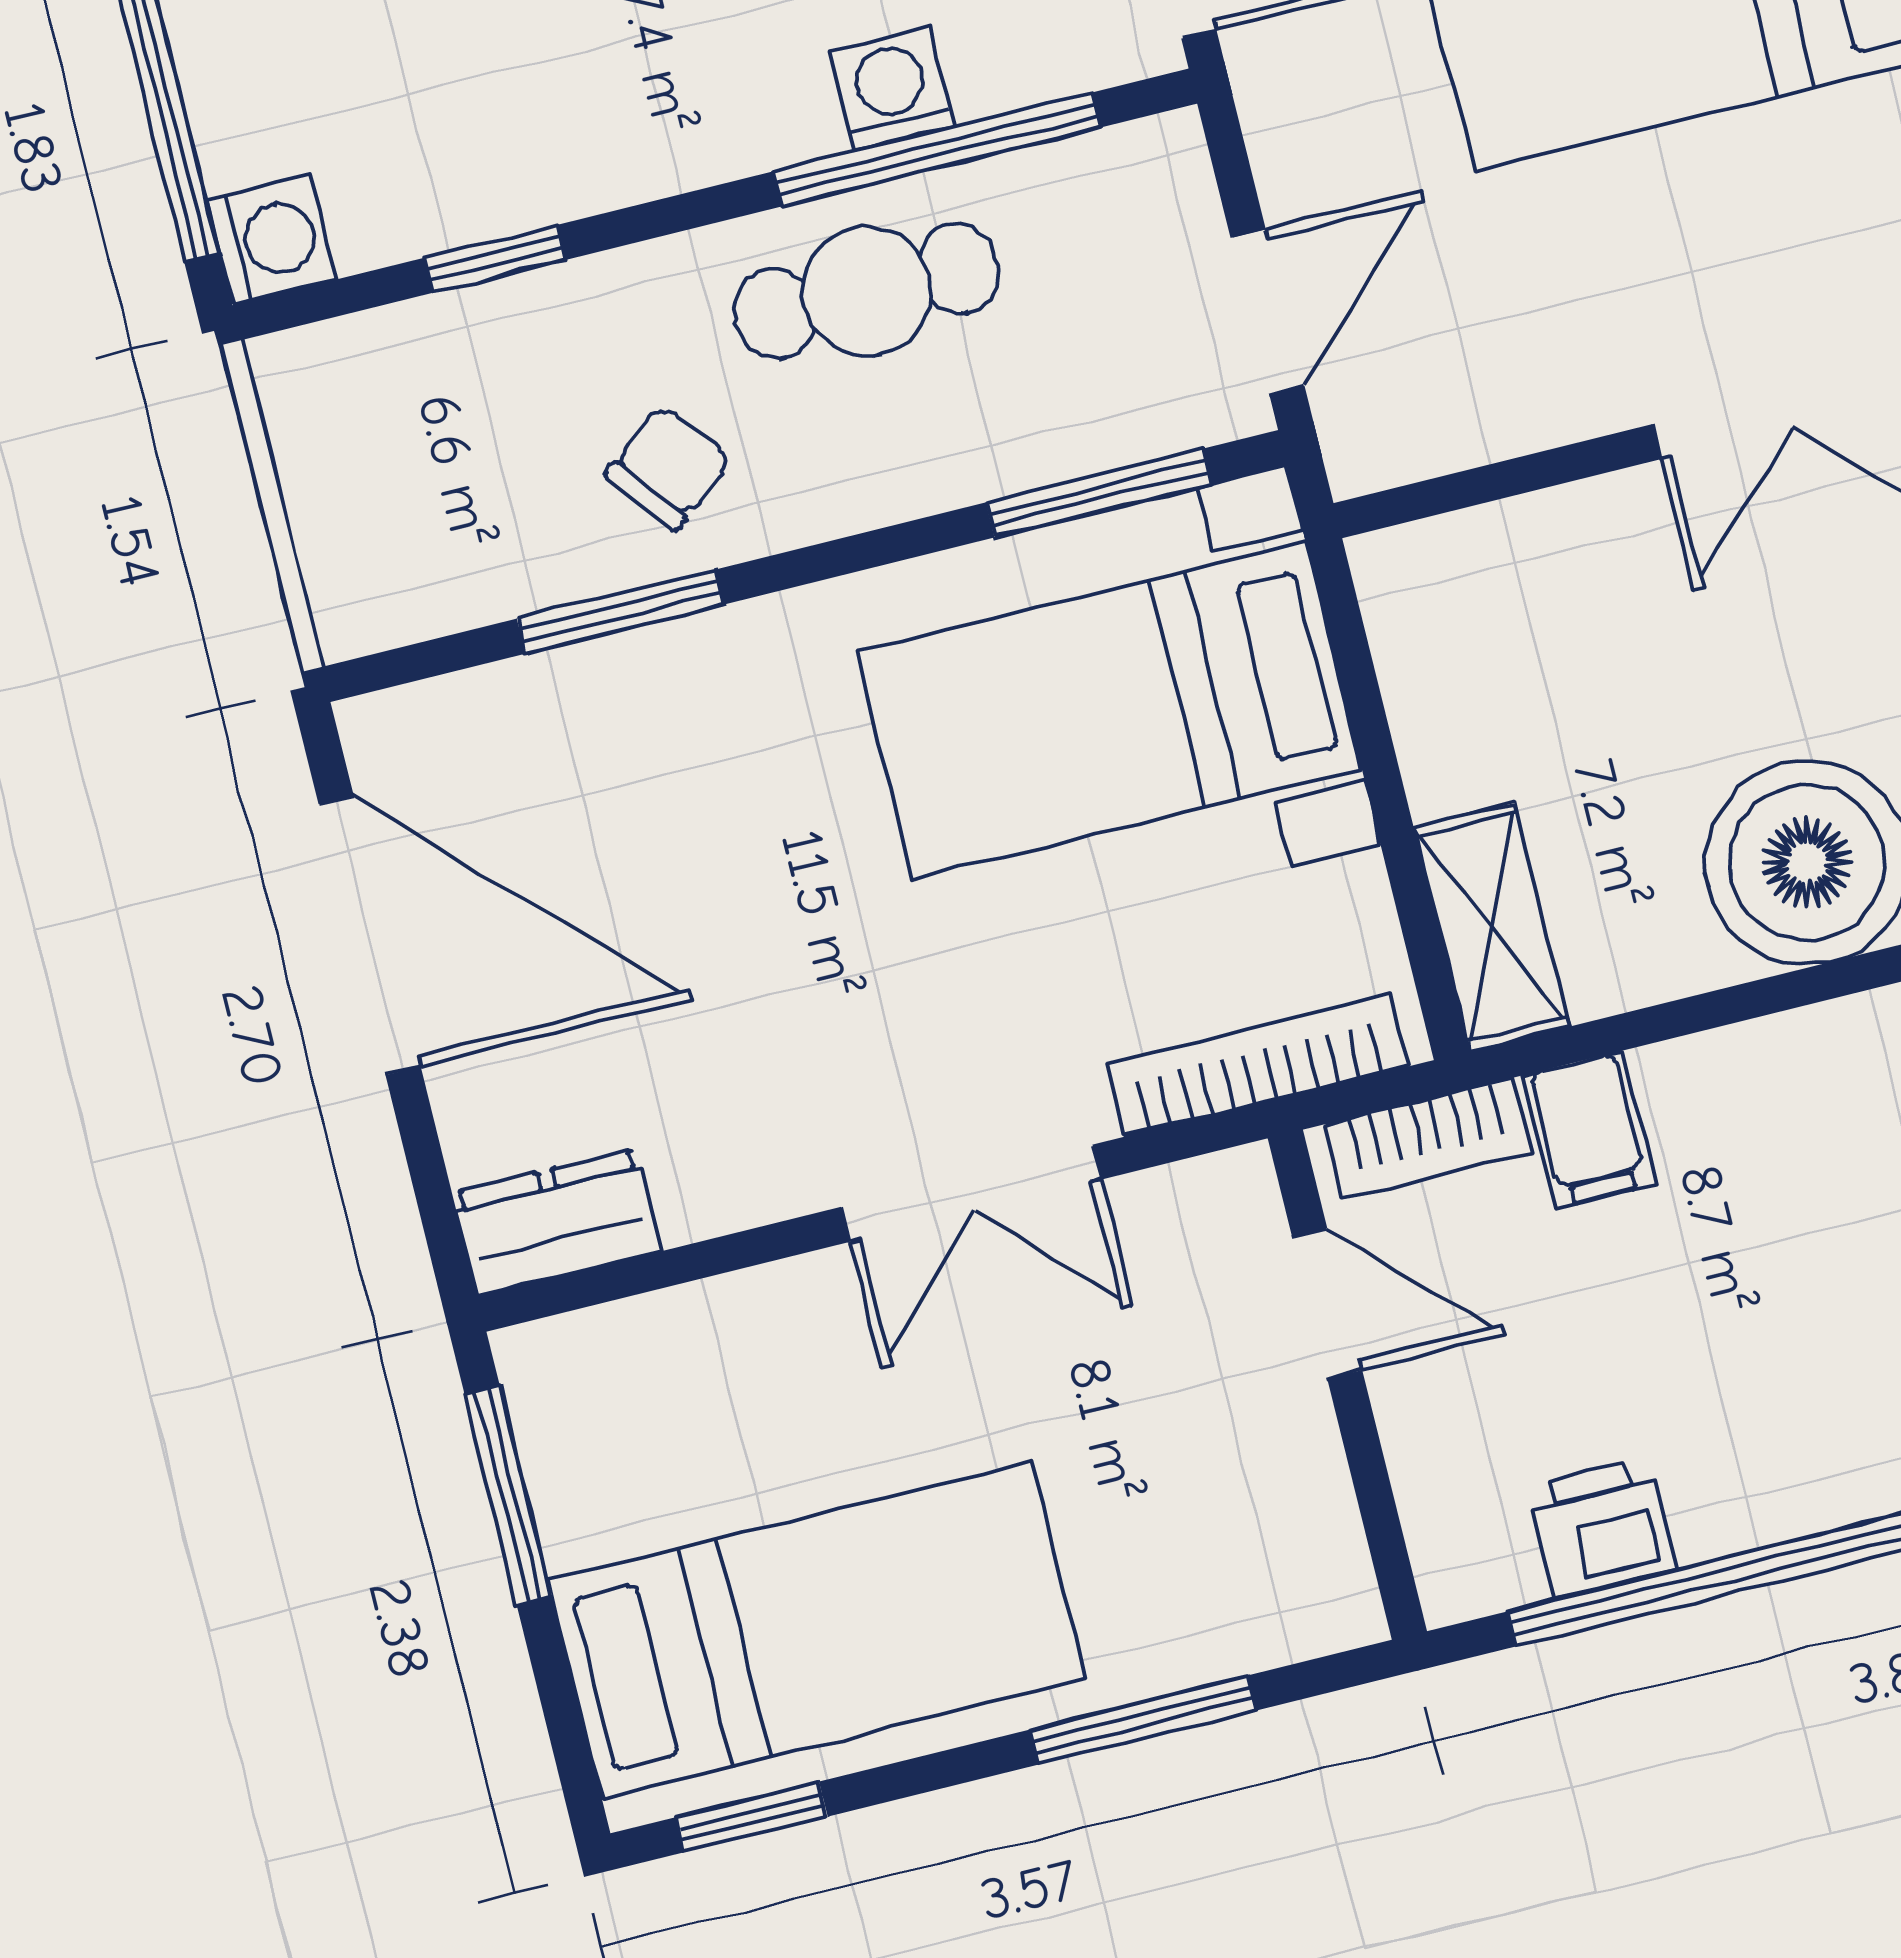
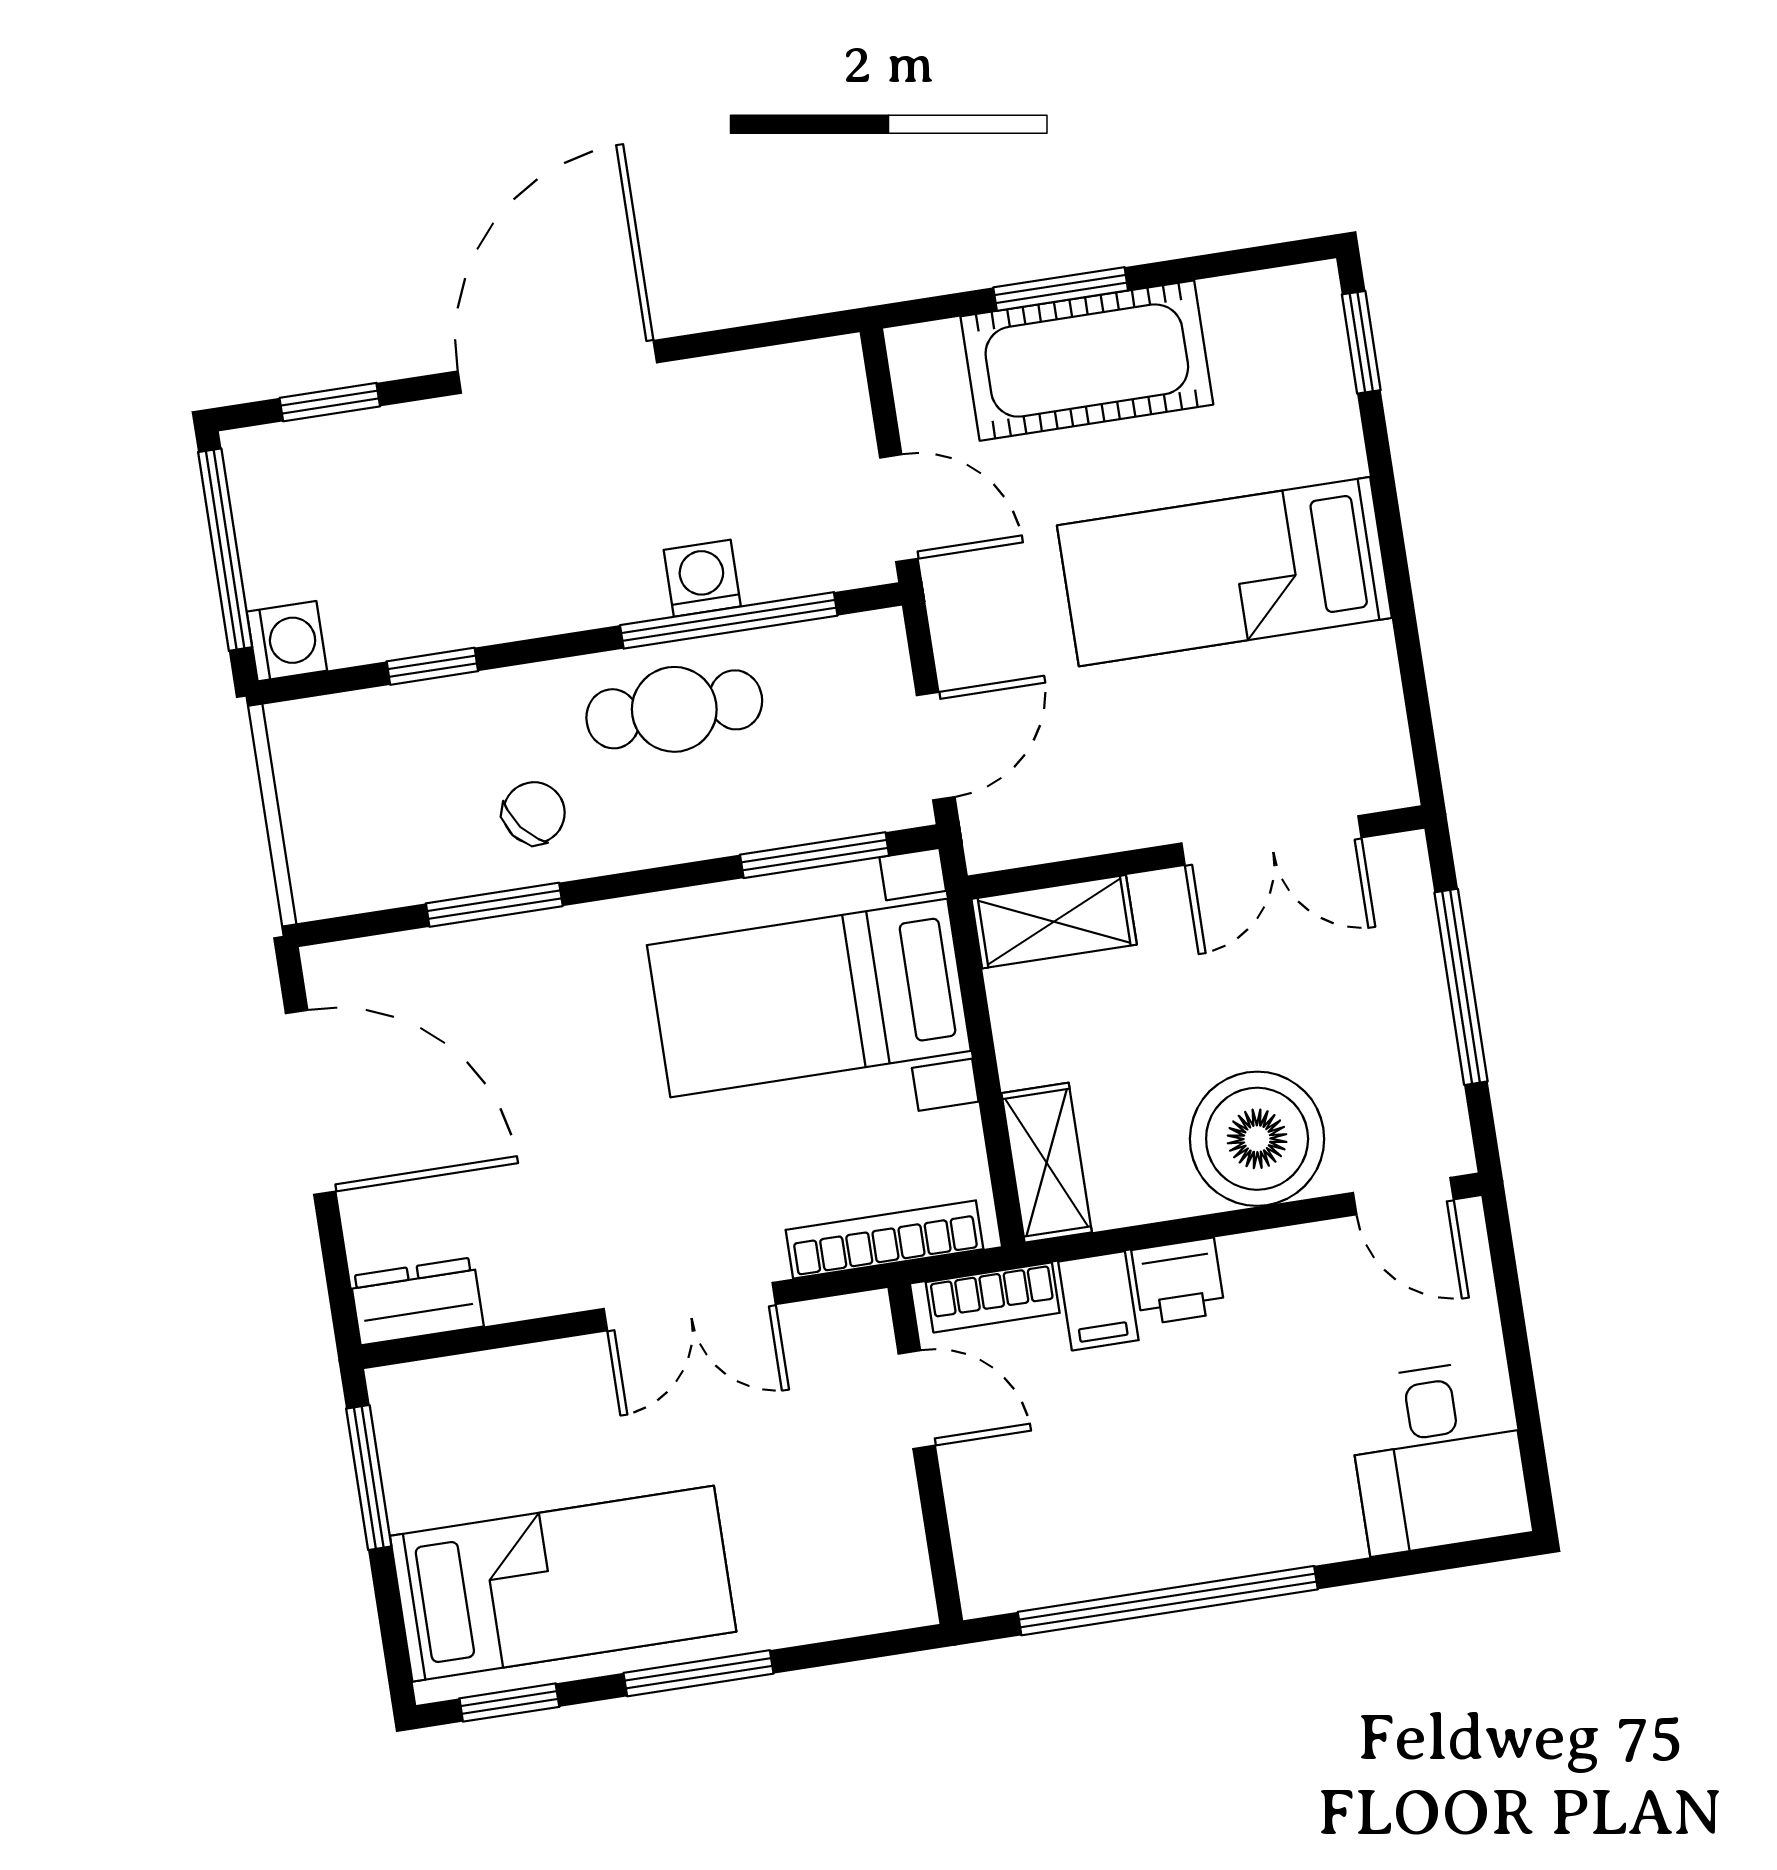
shelving: (1470, 562) -> (1054, 922), added
printer: (1602, 1528) -> (1178, 1281), moved, turned 180
window: (1143, 1720) -> (699, 1673), moved

